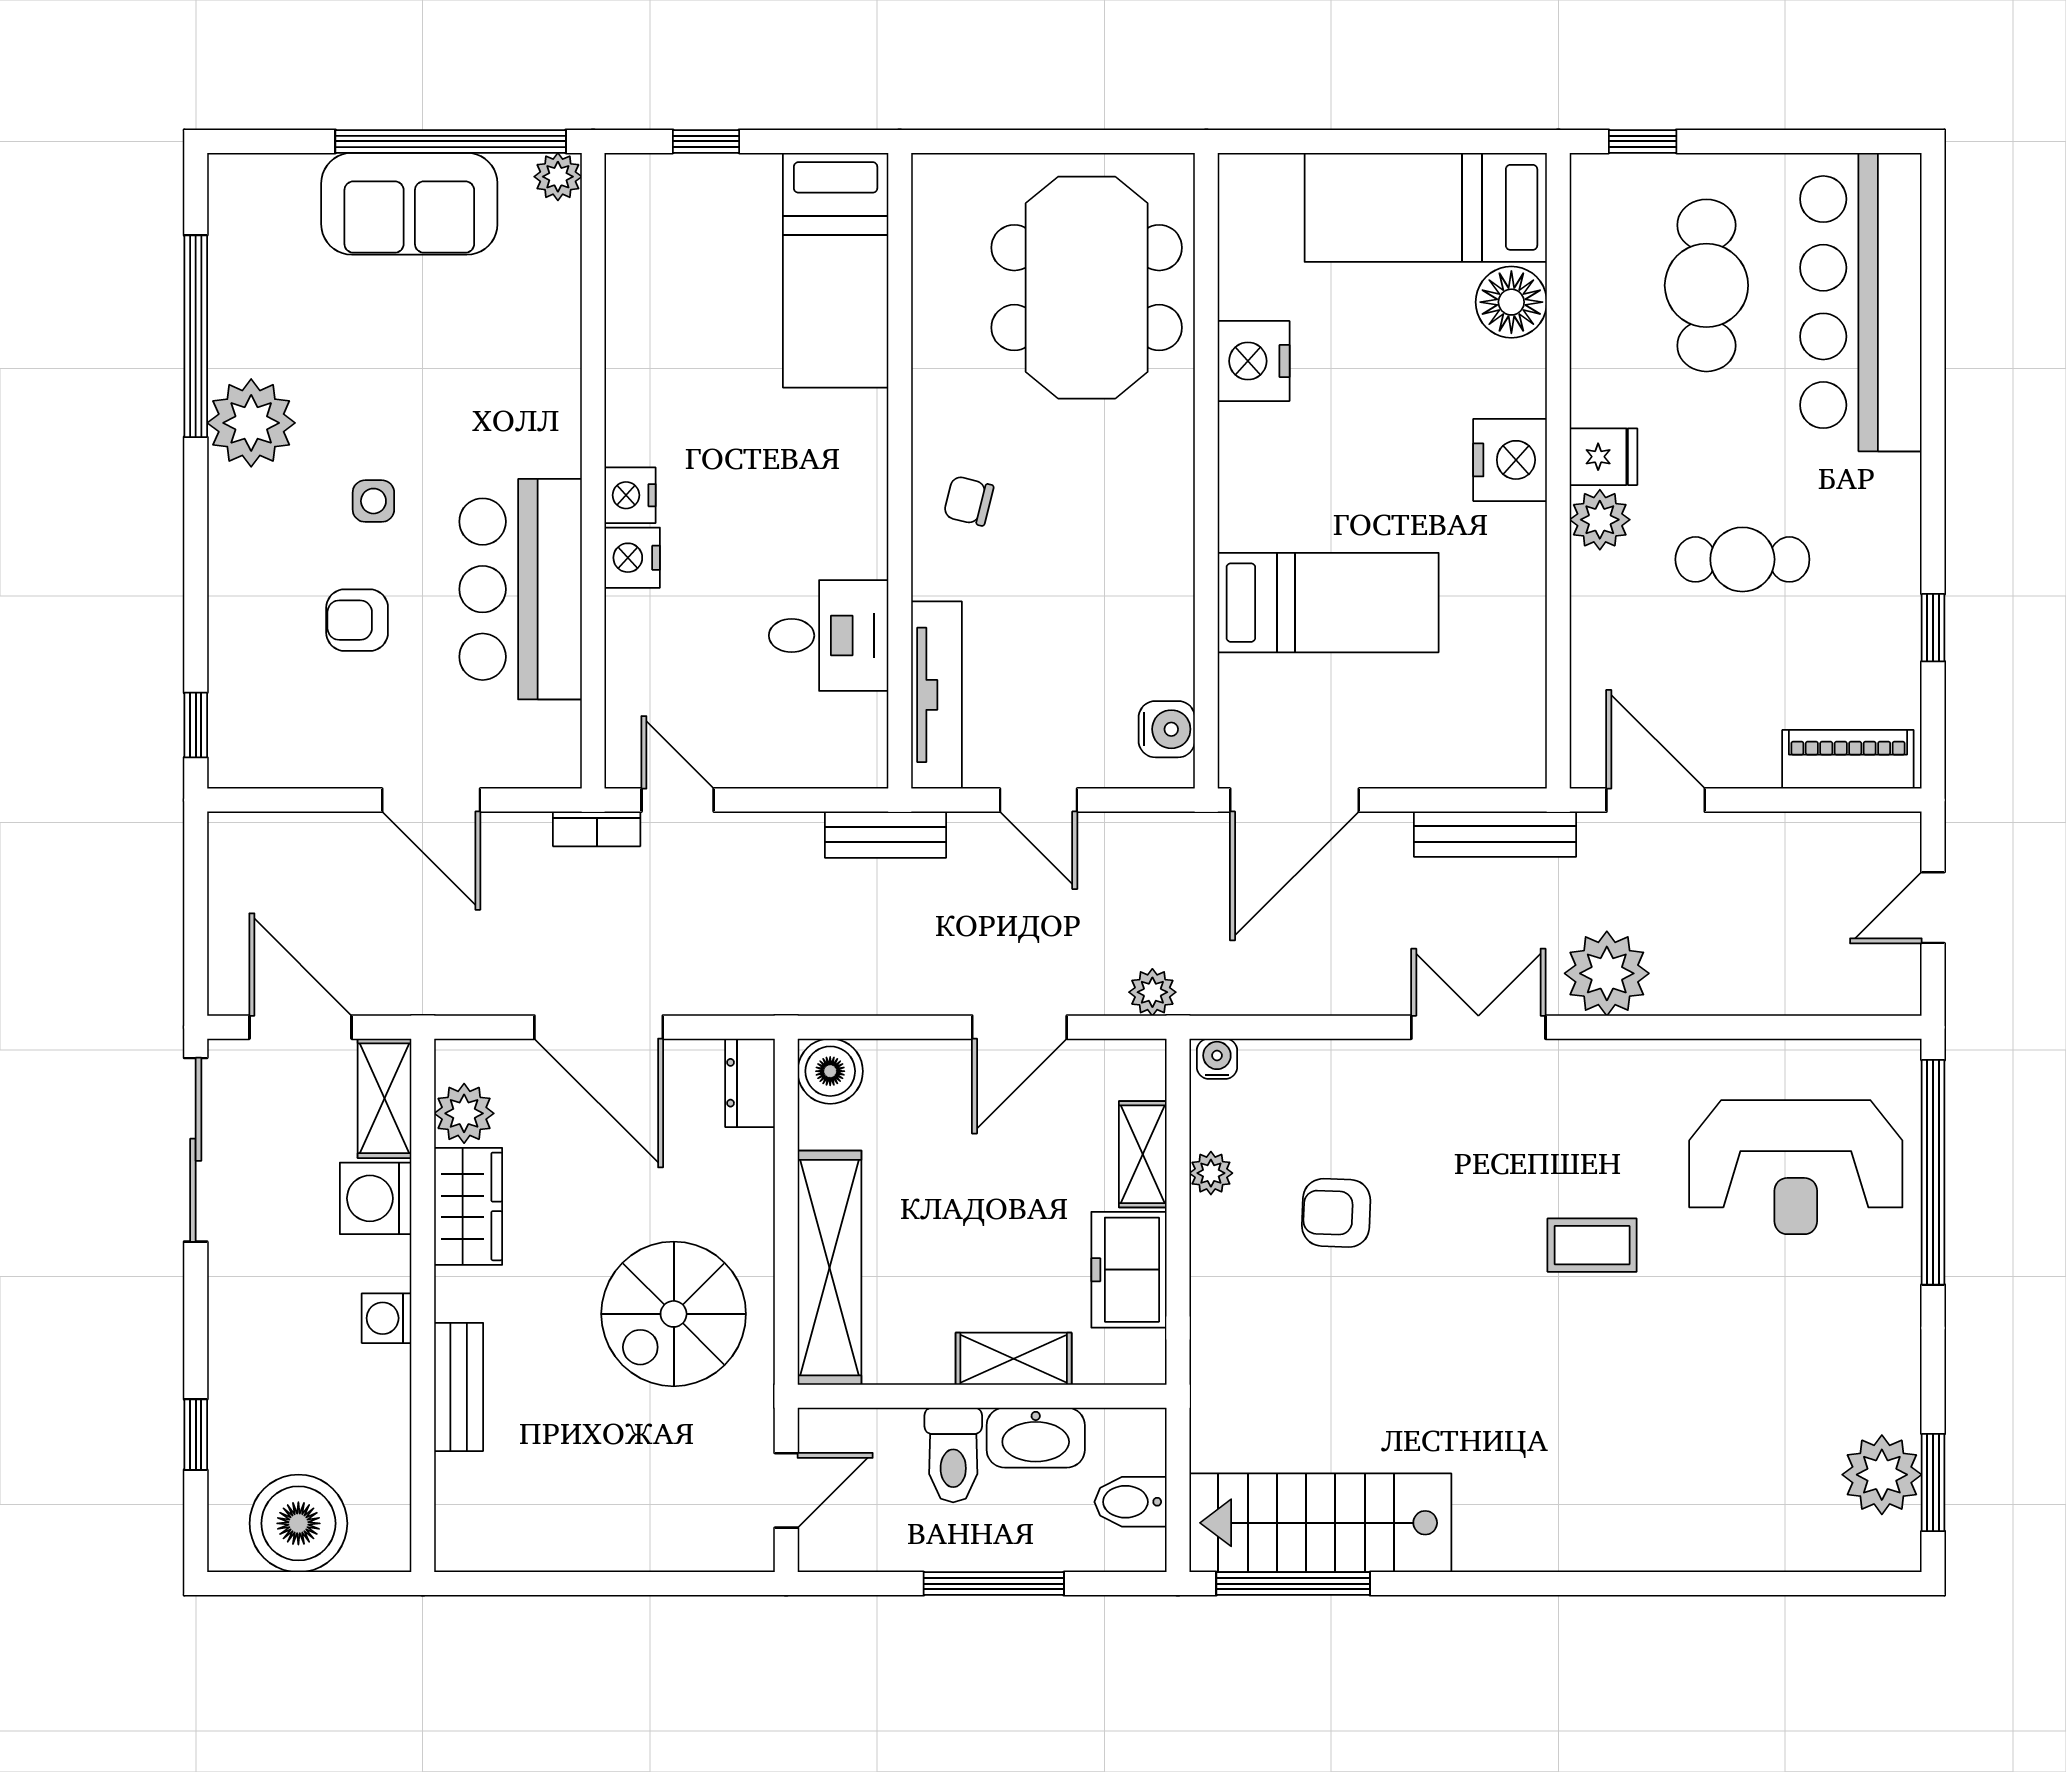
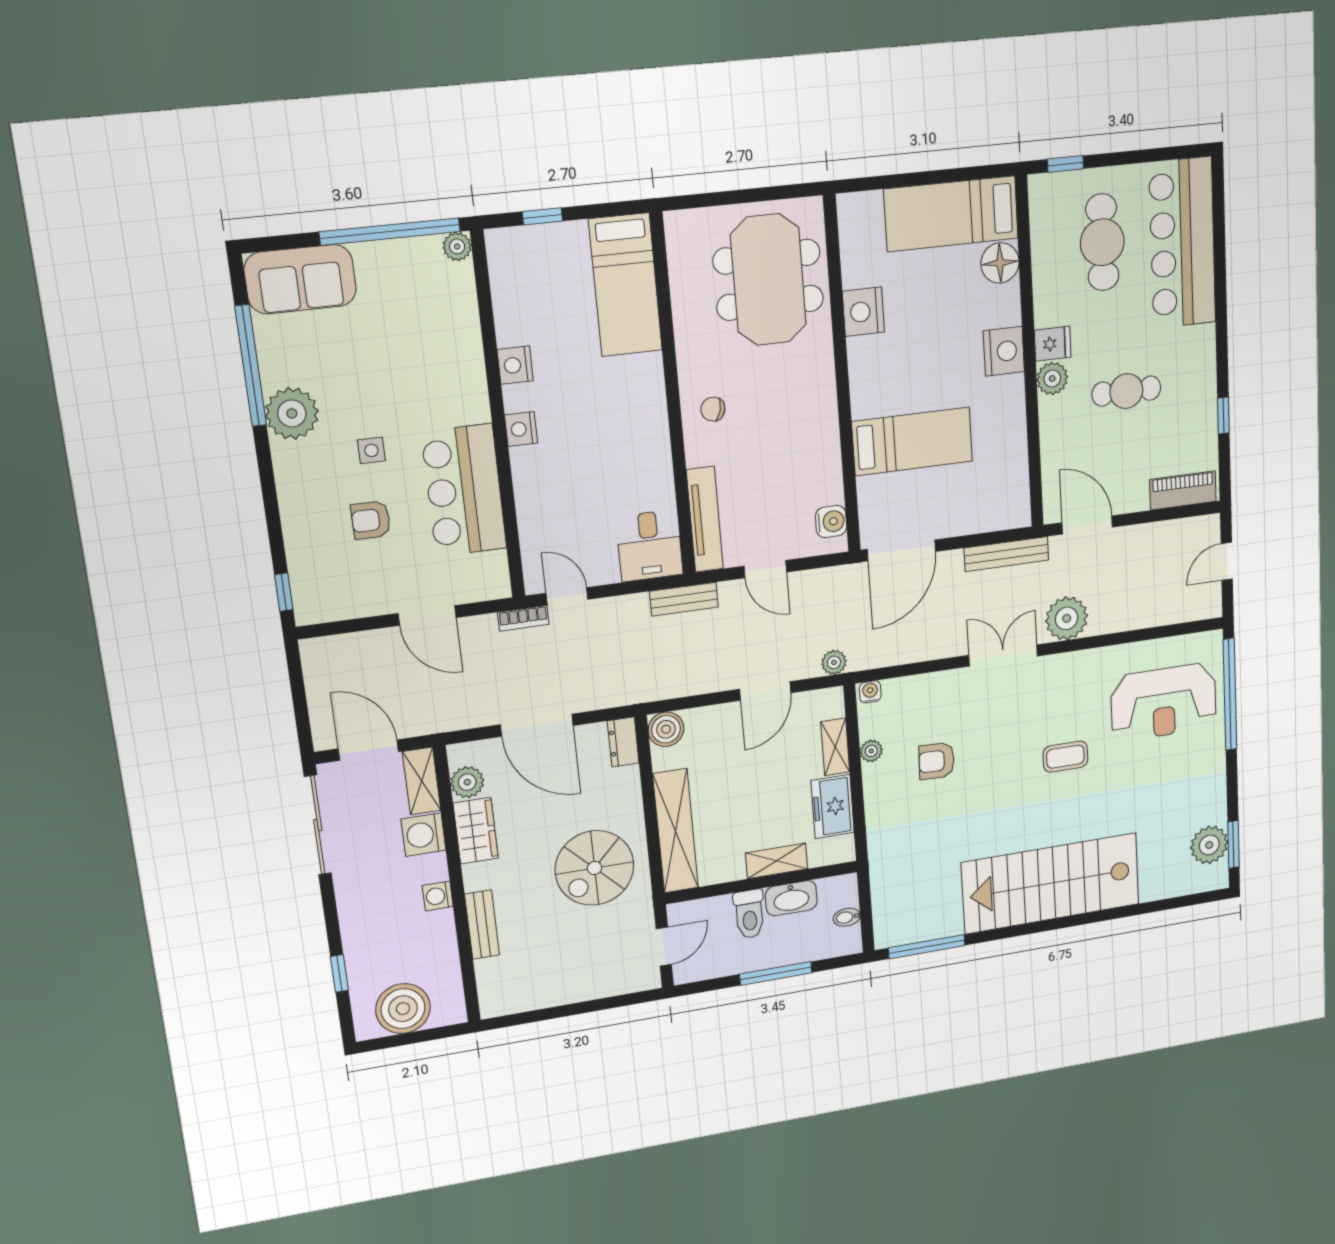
sofa: (409, 204) -> (300, 279), moved
nightstand: (632, 558) -> (515, 365), moved
desk: (829, 636) -> (650, 546), moved, turned 90
bidet: (1130, 1502) -> (847, 917), width x0.72, depth x0.74
stairs: (1320, 1523) -> (1051, 883), moved, width x1.36, depth x1.51

